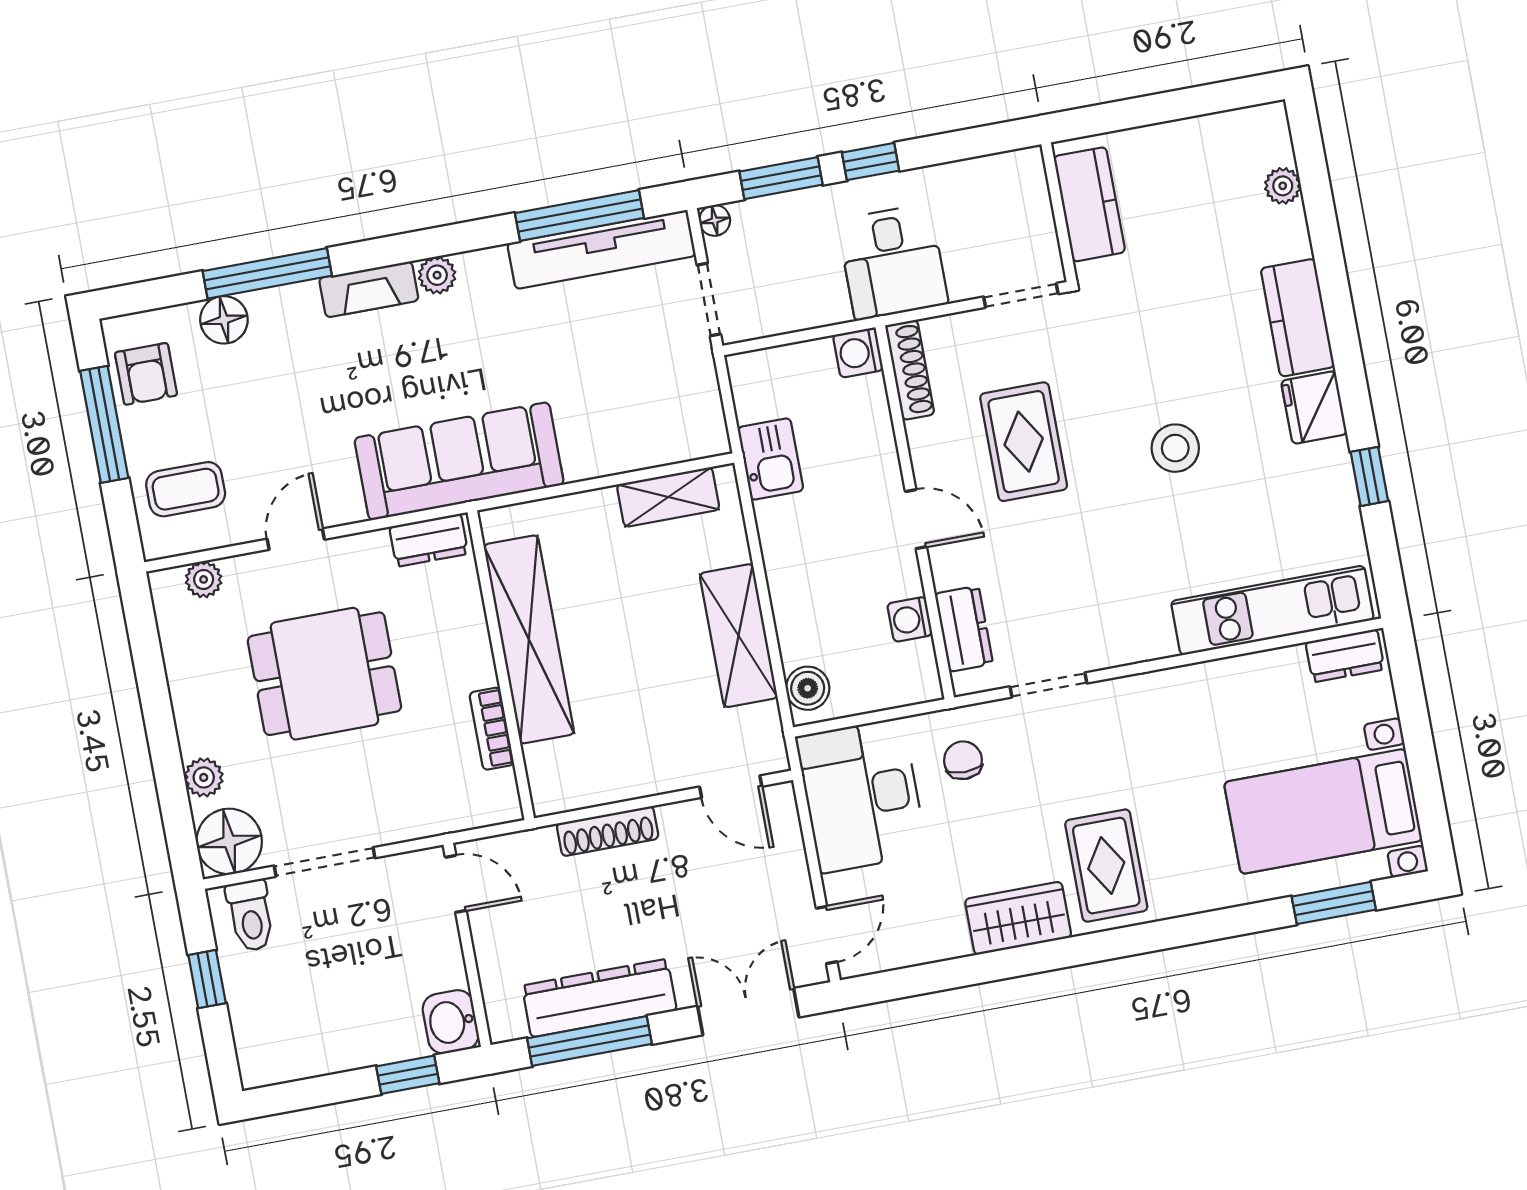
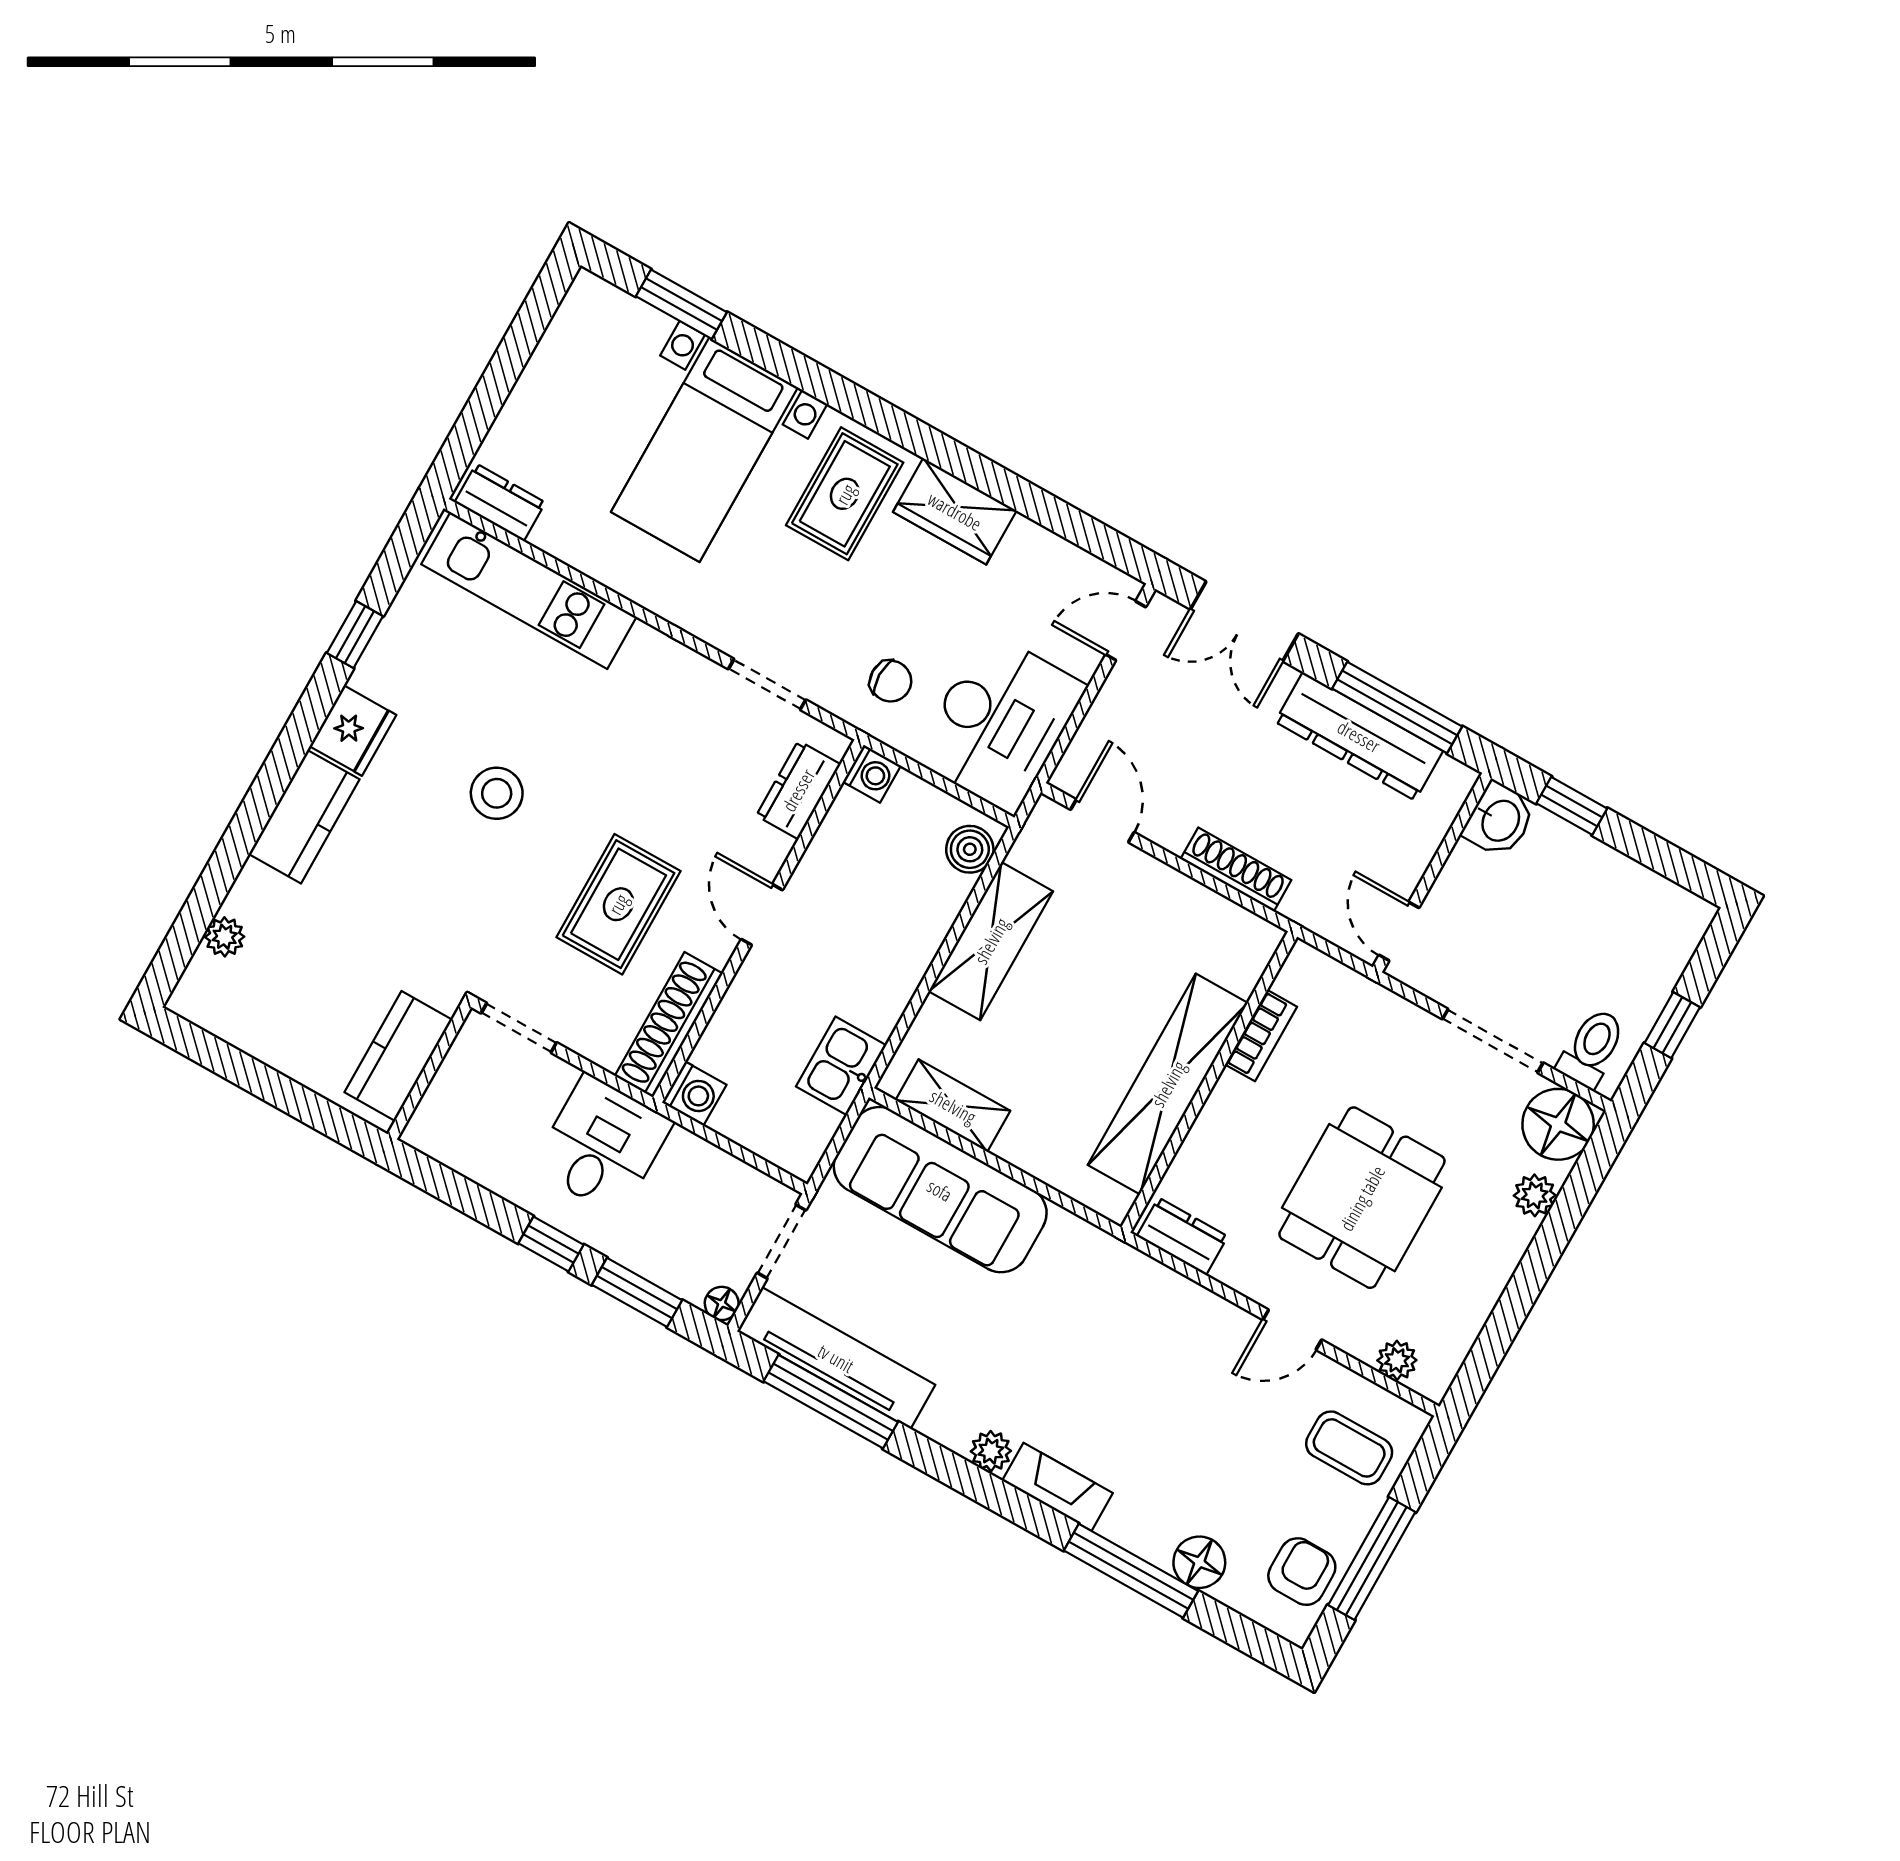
shoe rack: (910, 370) -> (669, 1025), width x1.36, depth x1.24
sofa: (459, 461) -> (940, 1190), moved
washing machine: (910, 619) -> (872, 774), moved
dining table: (324, 674) -> (1362, 1198), turned 90
chair: (963, 760) -> (891, 681), turned -90
bed with nightstands: (1323, 811) -> (704, 450), moved, turned 90

